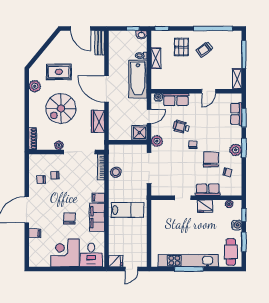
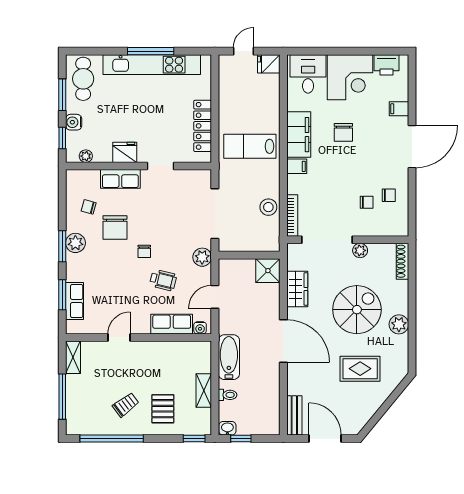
bathtub: (138, 79) -> (229, 357), width x0.73, depth x0.73
plant: (35, 86) -> (399, 324), moved
shower: (139, 133) -> (268, 271), moved
locker: (157, 223) -> (203, 126), added
printer: (42, 261) -> (386, 65), added

